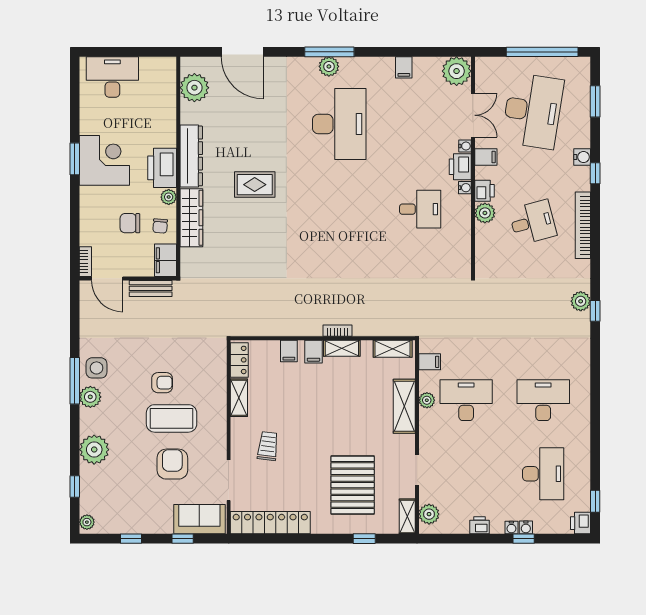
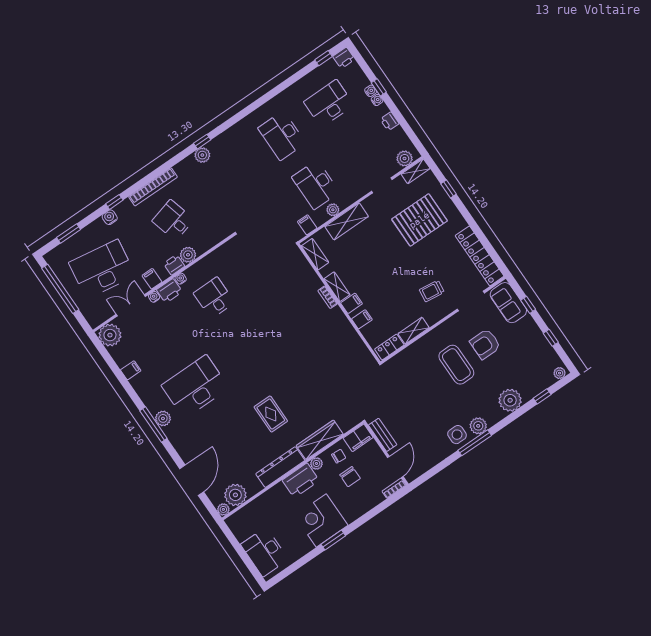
plant: (188, 64) -> (223, 509), added
armchair: (162, 383) -> (438, 386), removed

